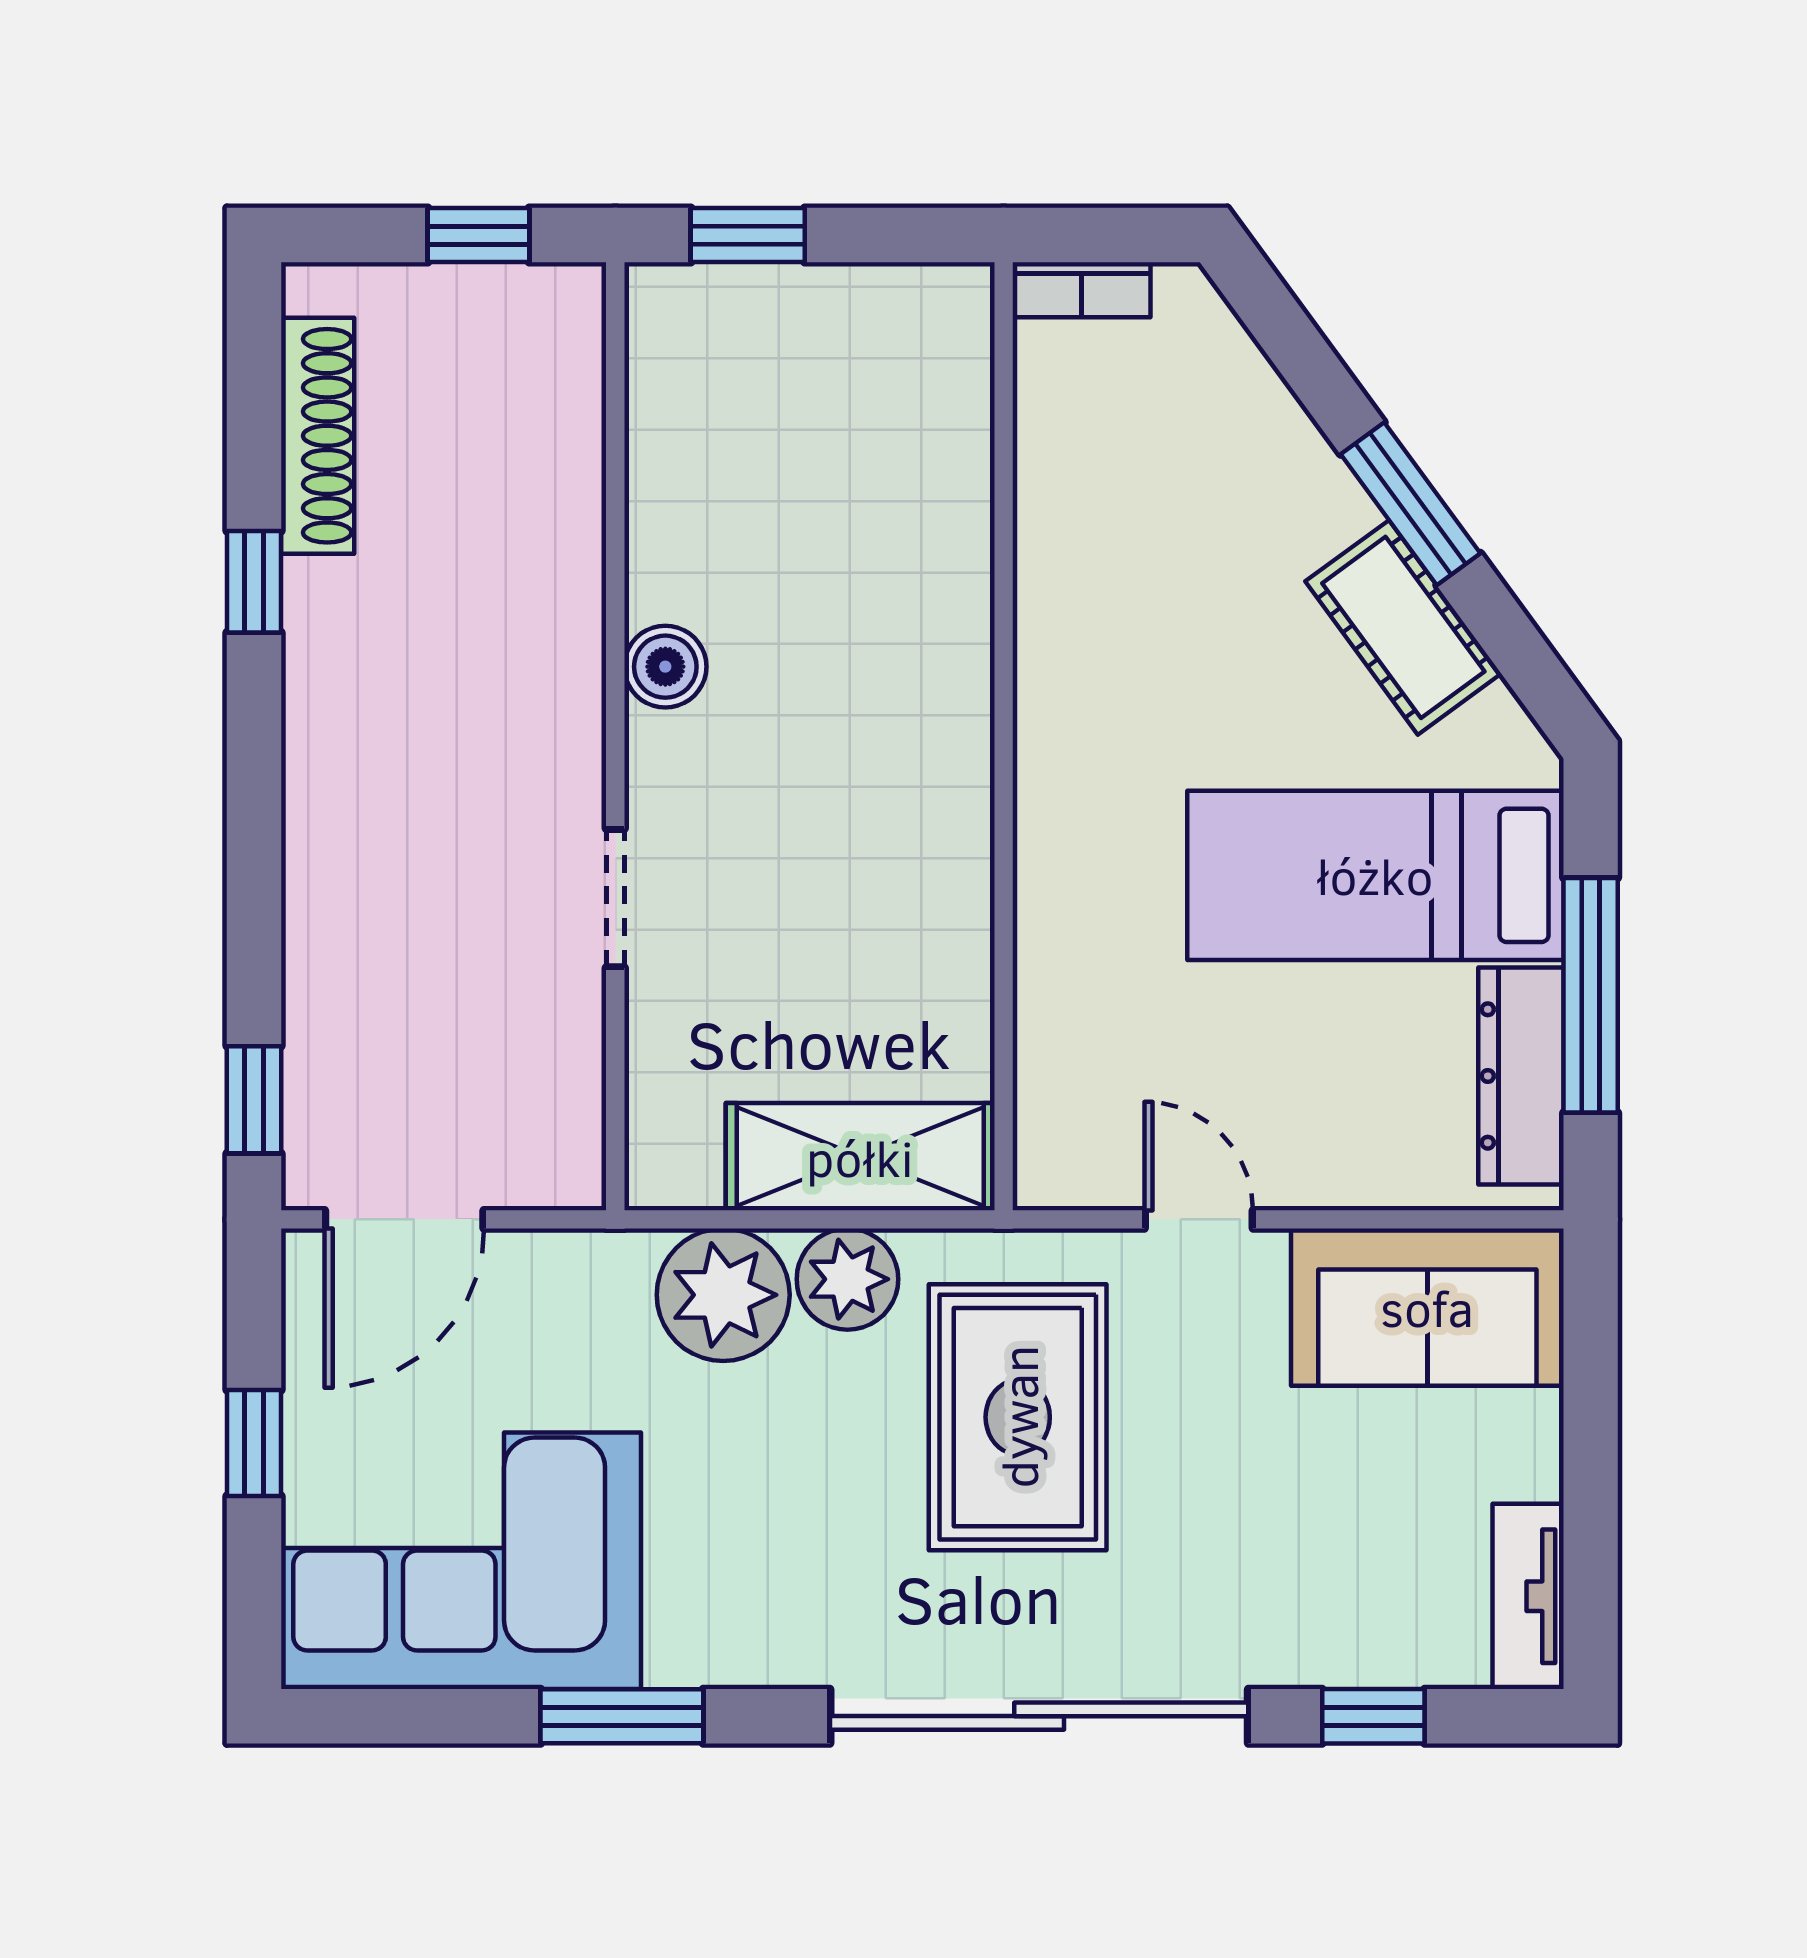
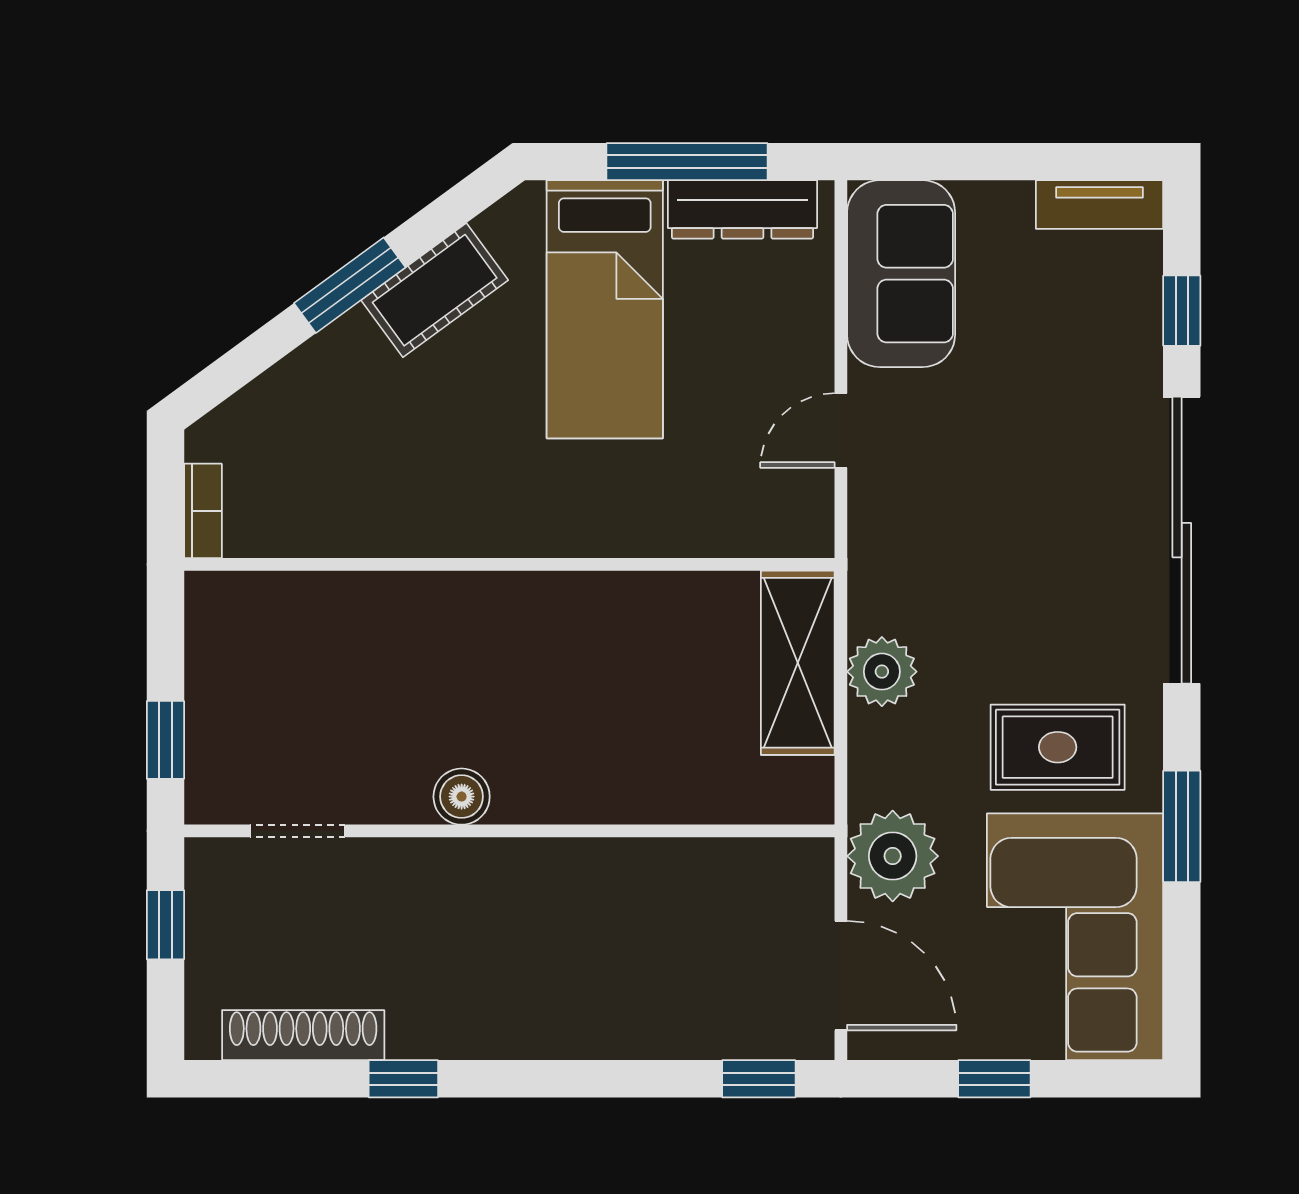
doorway: (615, 898) -> (298, 831), moved
plant: (723, 1295) -> (893, 856), moved
rug: (1018, 1417) -> (1058, 747), moved, width x0.73, depth x0.70

